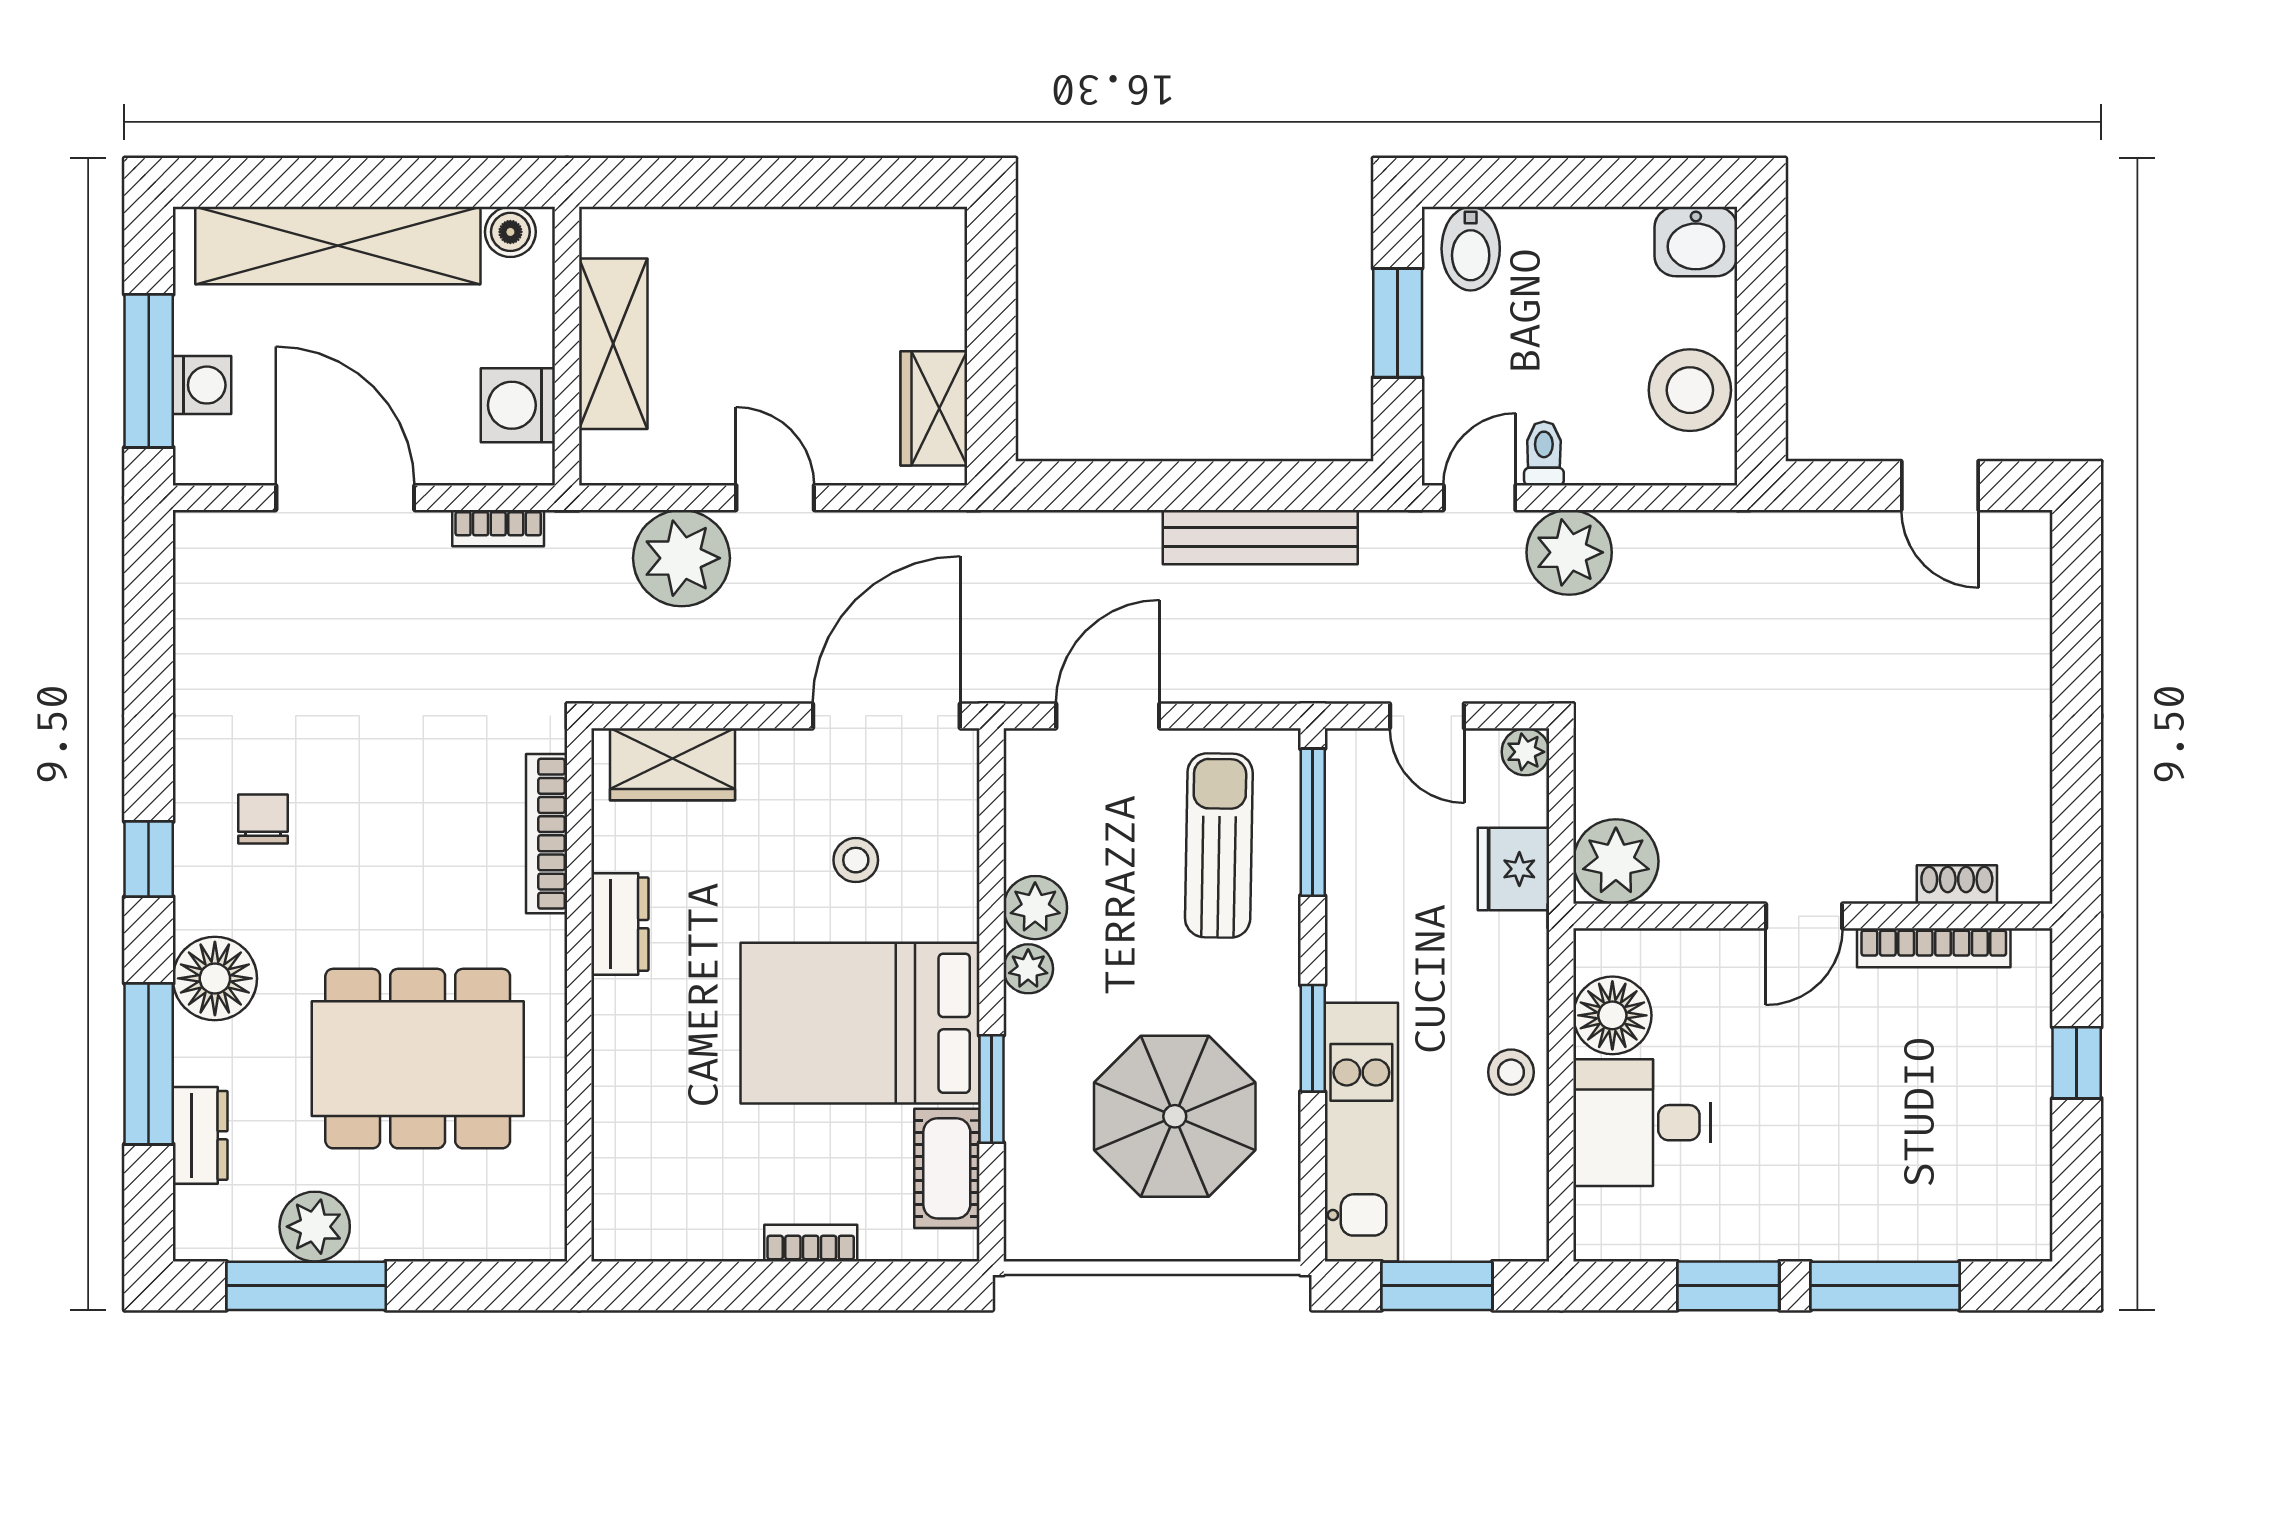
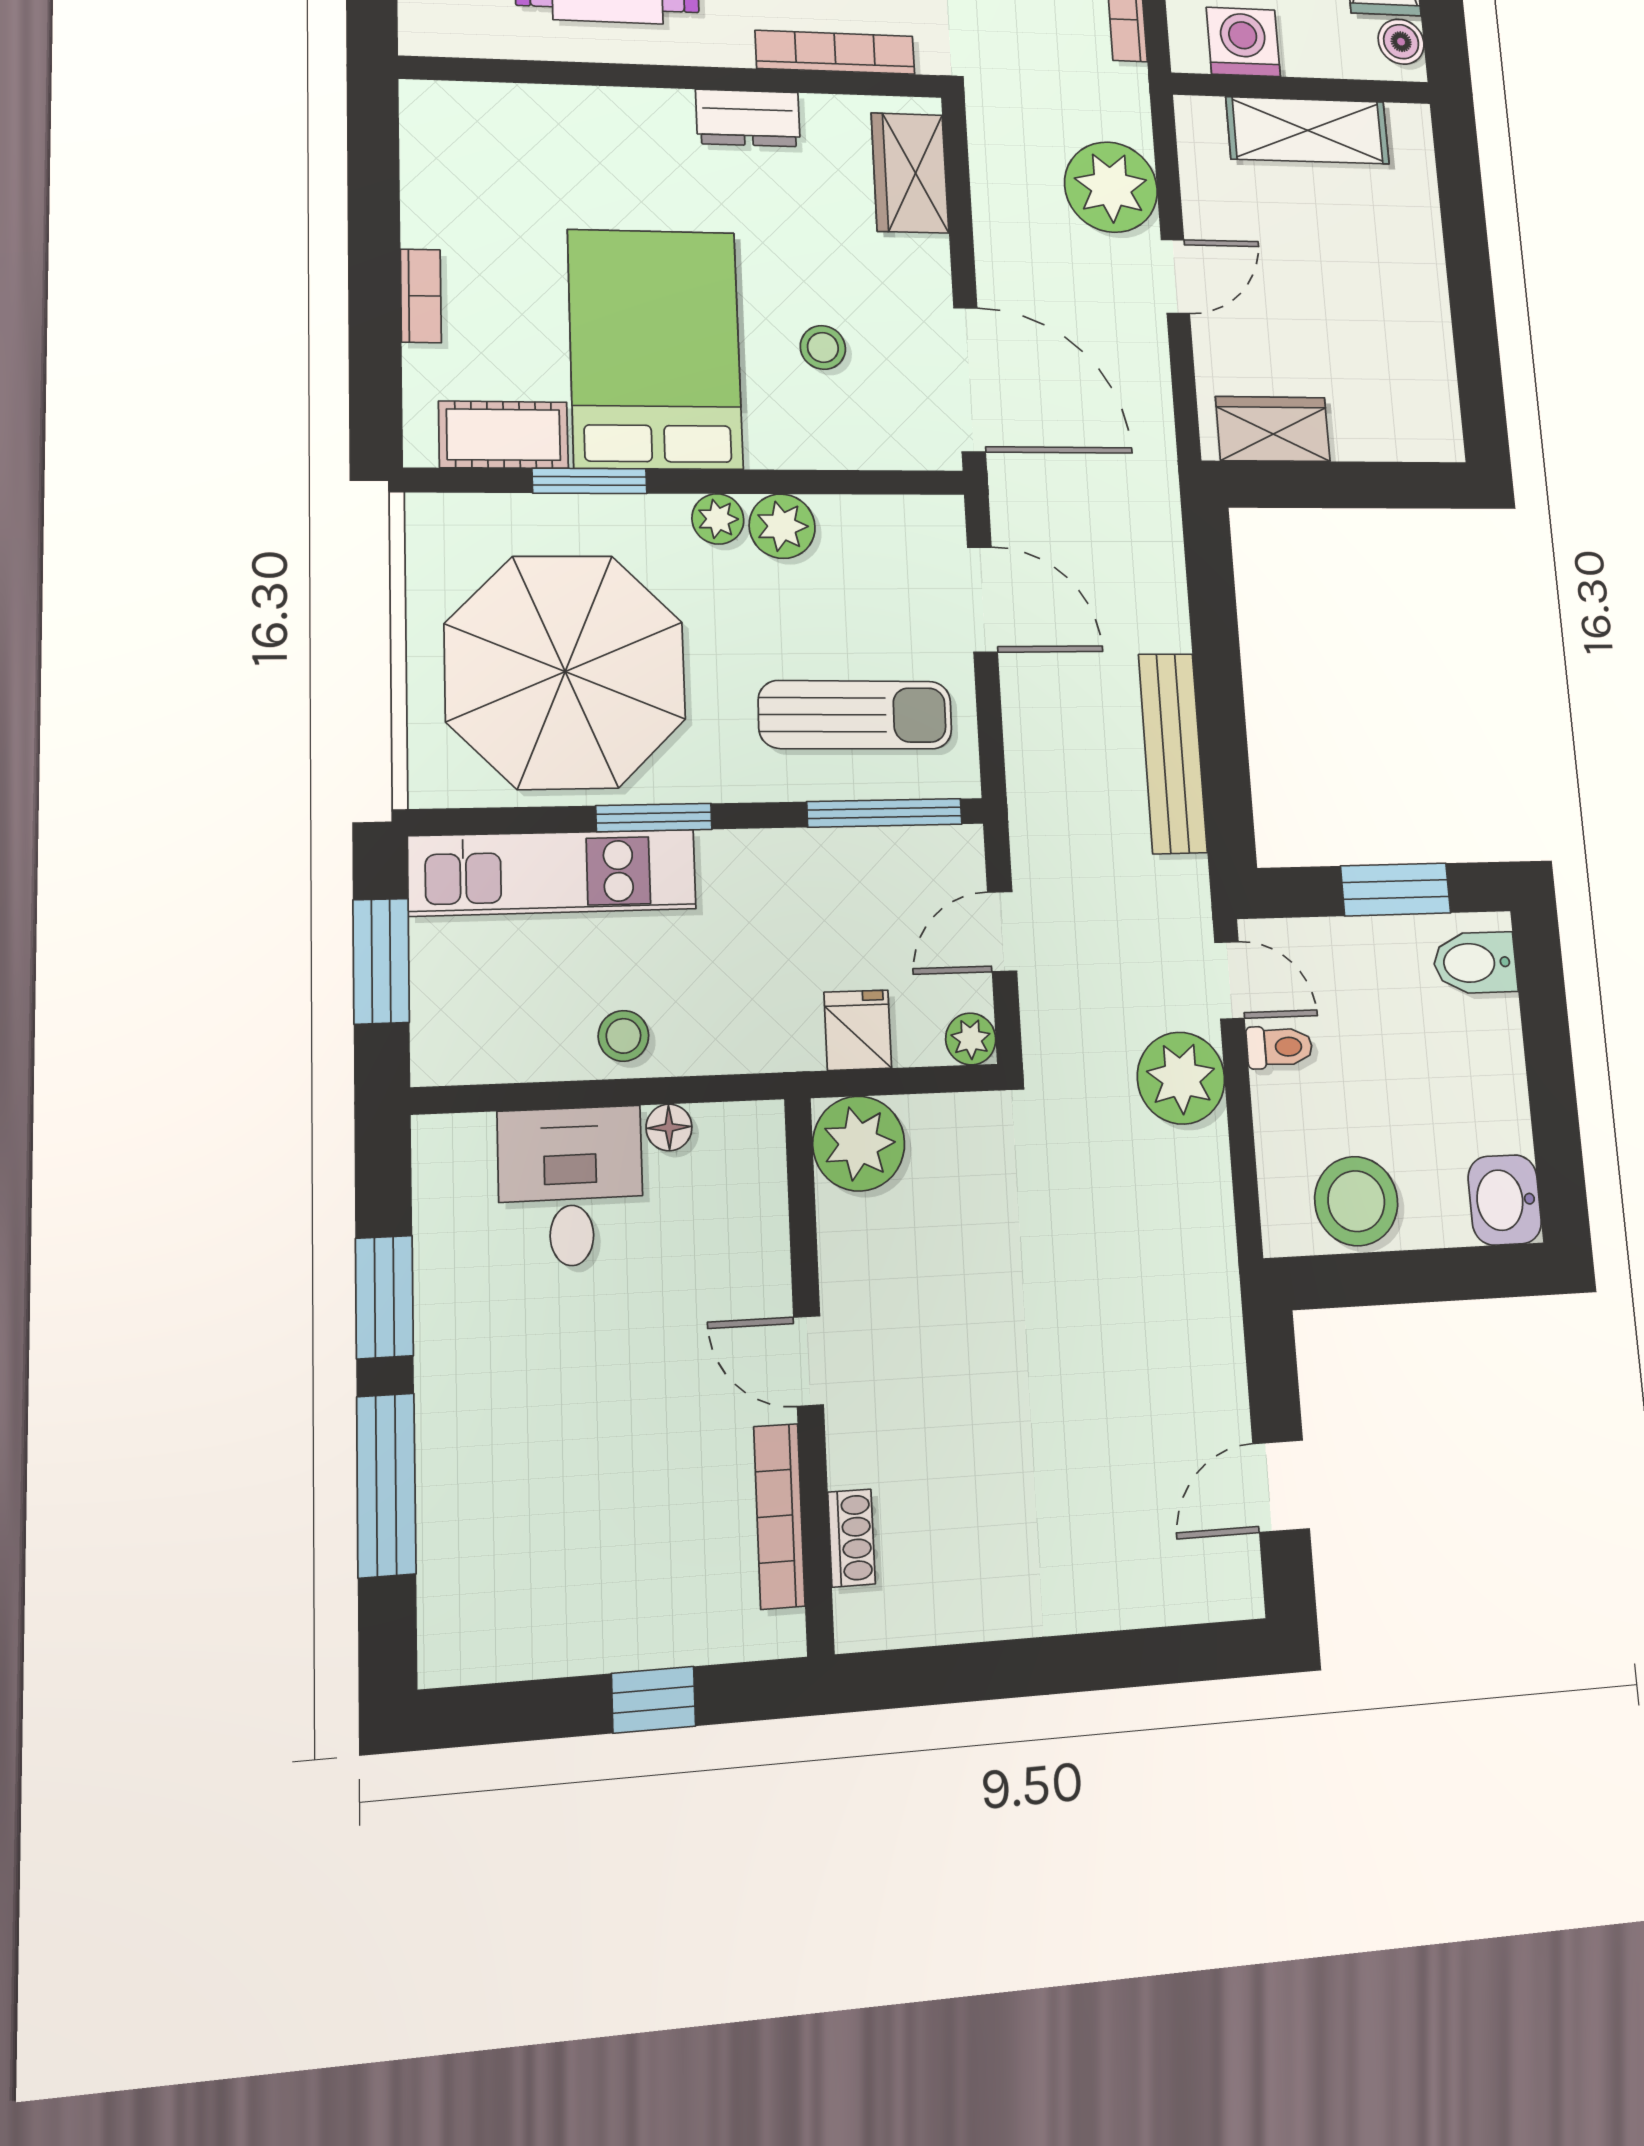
fridge: (1514, 869) -> (858, 1030), width x0.72
floor lamp: (1612, 1015) -> (669, 1127), width x0.53, depth x0.53
parasol: (1175, 1116) -> (565, 672), width x1.36, depth x1.36

